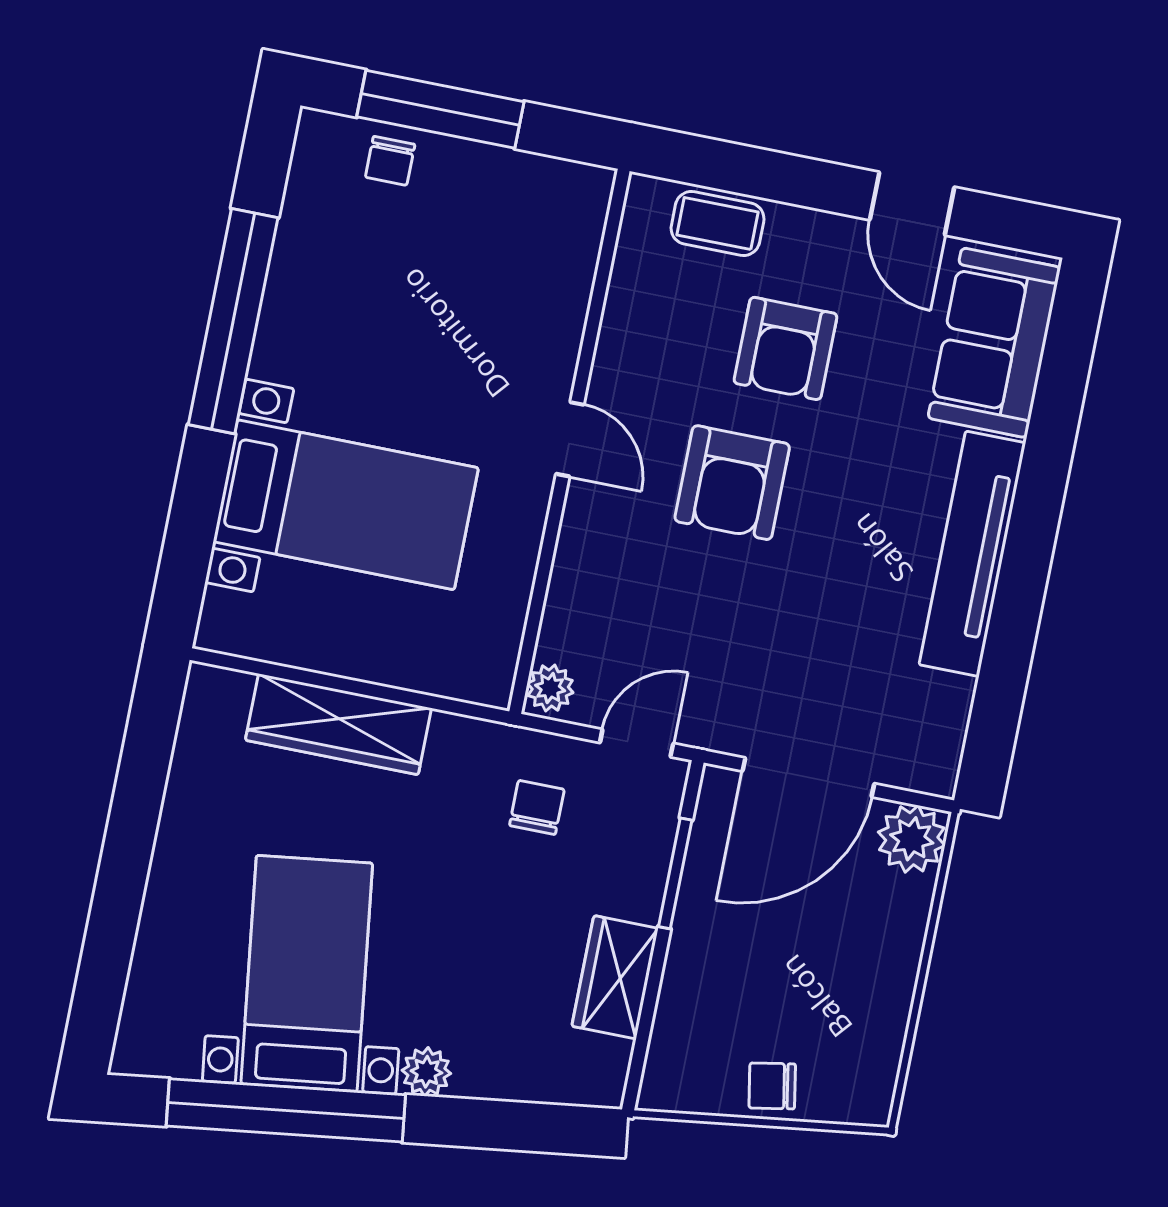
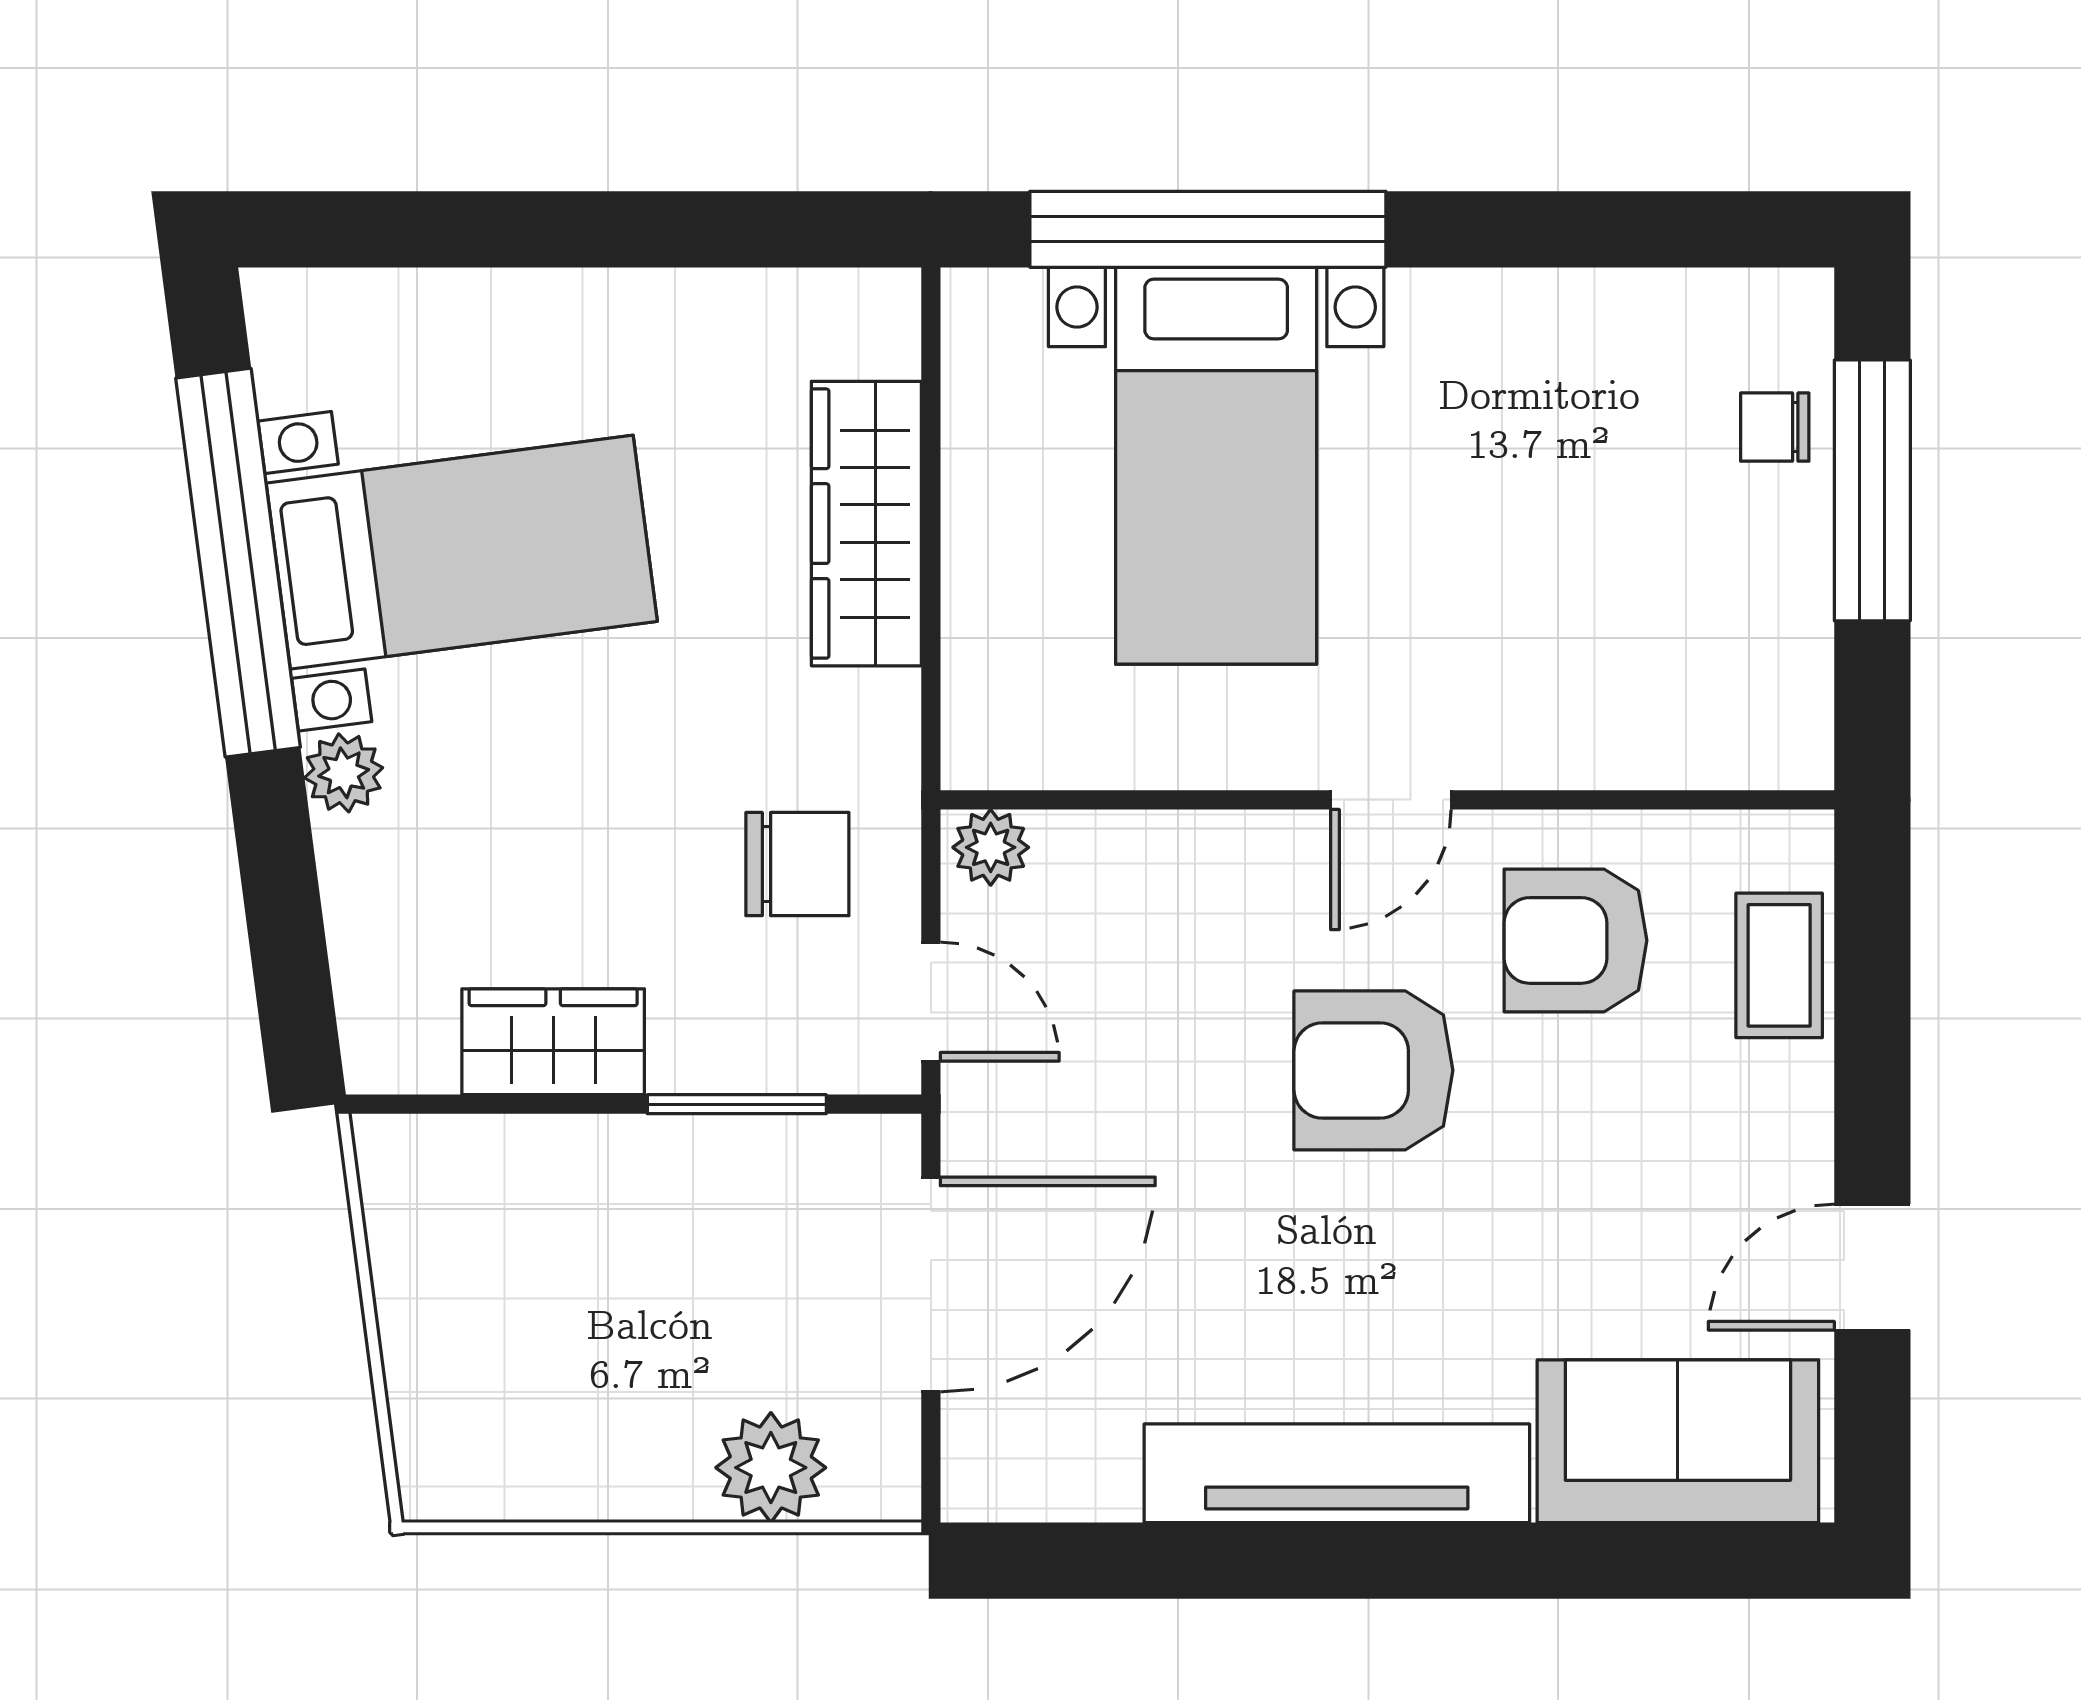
window: (233, 321) -> (1208, 229), moved
armchair: (785, 348) -> (1576, 940), moved
door: (808, 777) -> (931, 1285), swing flipped
chair: (537, 807) -> (797, 864), width x1.37, depth x1.37
plant: (912, 839) -> (771, 1468), moved
chair: (772, 1086) -> (431, 1325), removed

